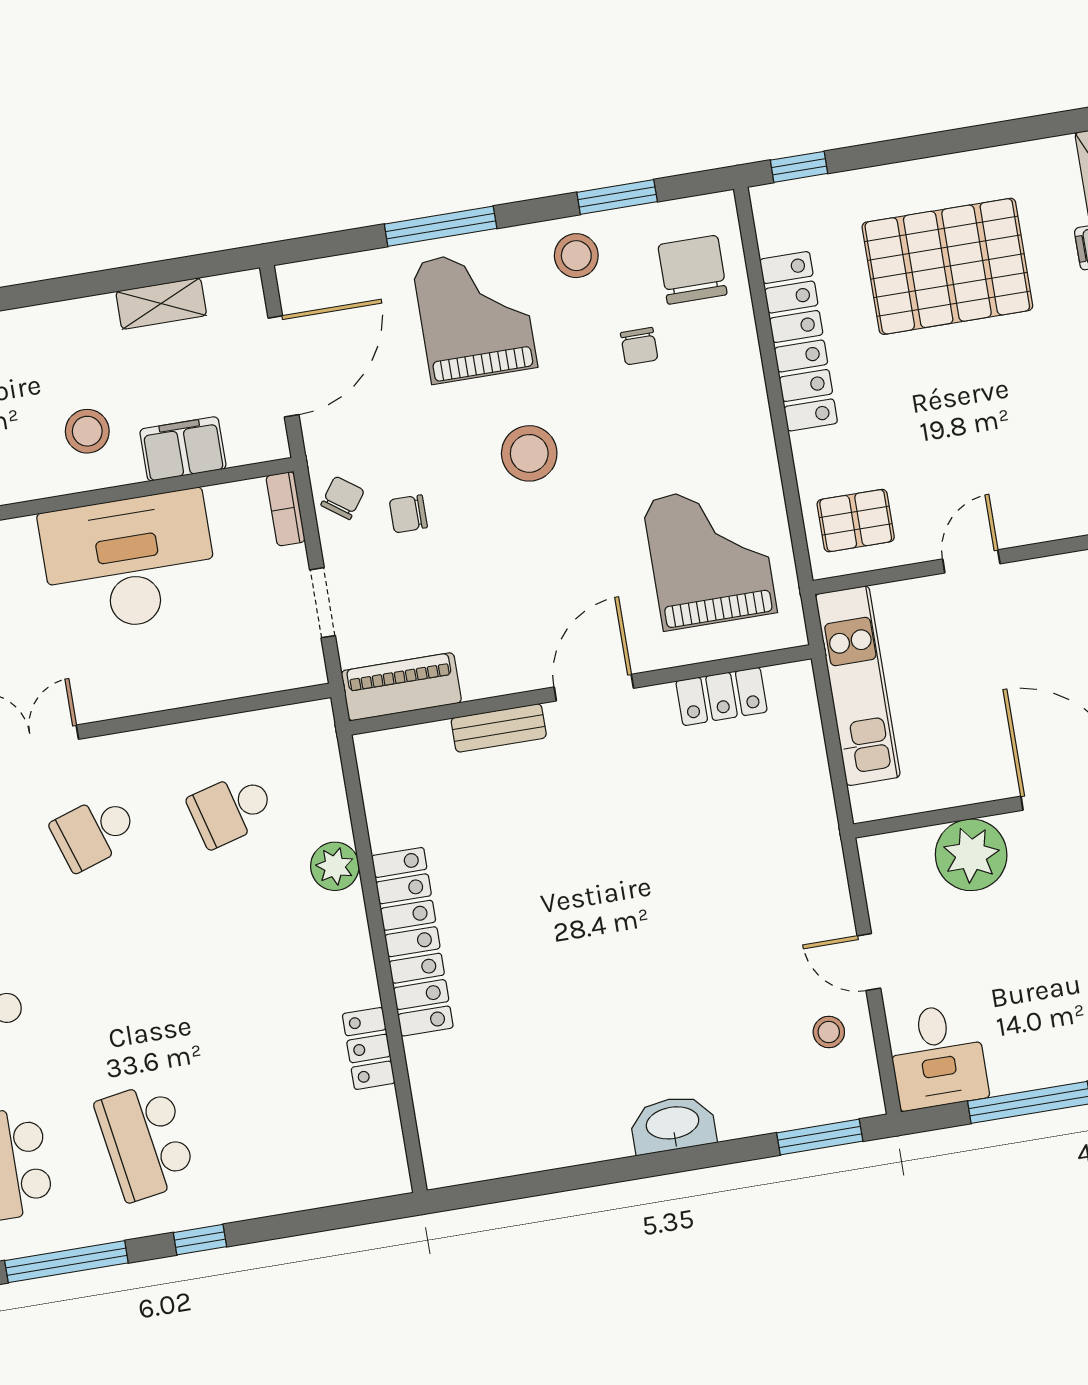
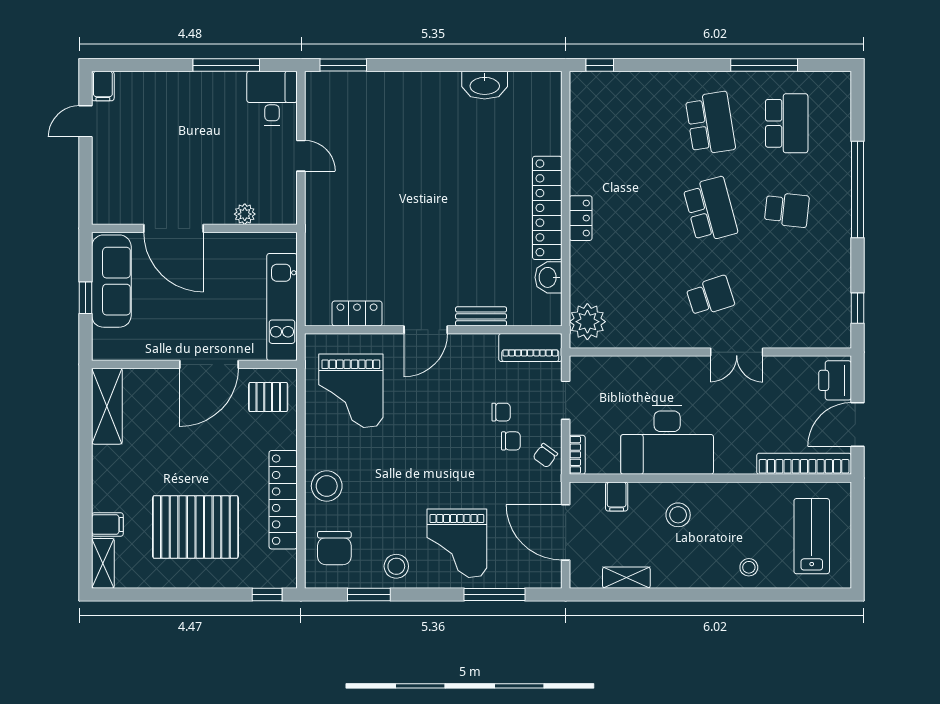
window: (441, 226) -> (494, 594), moved
chair: (639, 346) -> (501, 412), moved, turned 90
door: (283, 366) -> (566, 532), hinge flipped
filing cabinet: (183, 449) -> (617, 497), width x0.50
stool: (529, 453) -> (327, 486), moved
door: (971, 561) -> (209, 364), width x1.88
school desk: (231, 809) -> (710, 210), moved, width x1.85
washbasin: (390, 818) -> (548, 277), added
plant: (971, 855) -> (245, 214), width x0.53, depth x0.53
plant: (335, 866) -> (587, 322), moved, width x1.36, depth x1.36
stool: (829, 1032) -> (329, 121), removed
locker: (369, 1048) -> (581, 218), moved
washbasin: (673, 1124) -> (485, 85), moved
window: (200, 1240) -> (600, 65), moved

